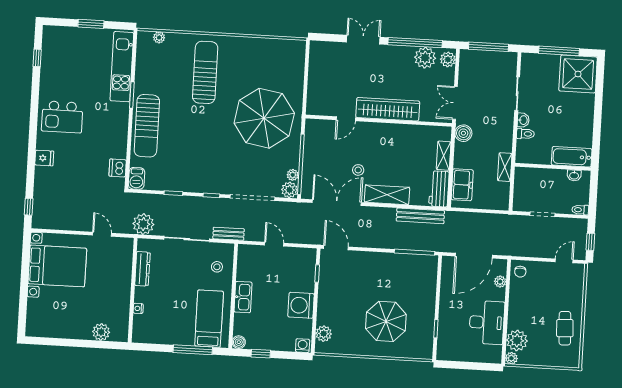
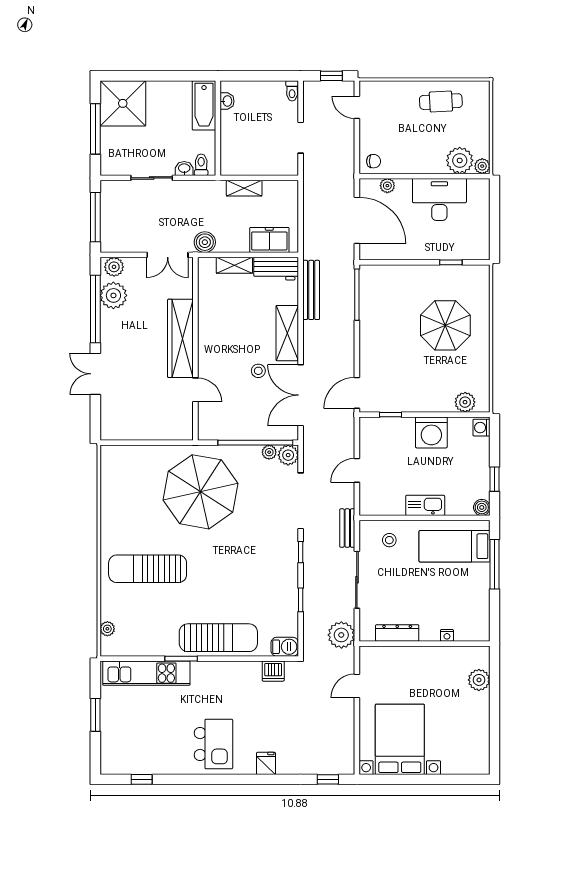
bathtub: (572, 157) -> (204, 105), moved
wall: (553, 167) -> (218, 128), moved
washbasin: (574, 175) -> (227, 101), moved

